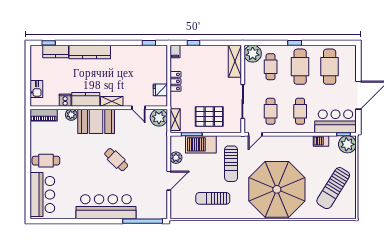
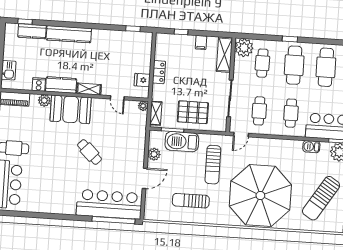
filing cabinet: (175, 52) -> (201, 43), moved
plant: (159, 118) -> (143, 106), width x0.53, depth x0.53
bar counter: (106, 207) -> (109, 204), moved

